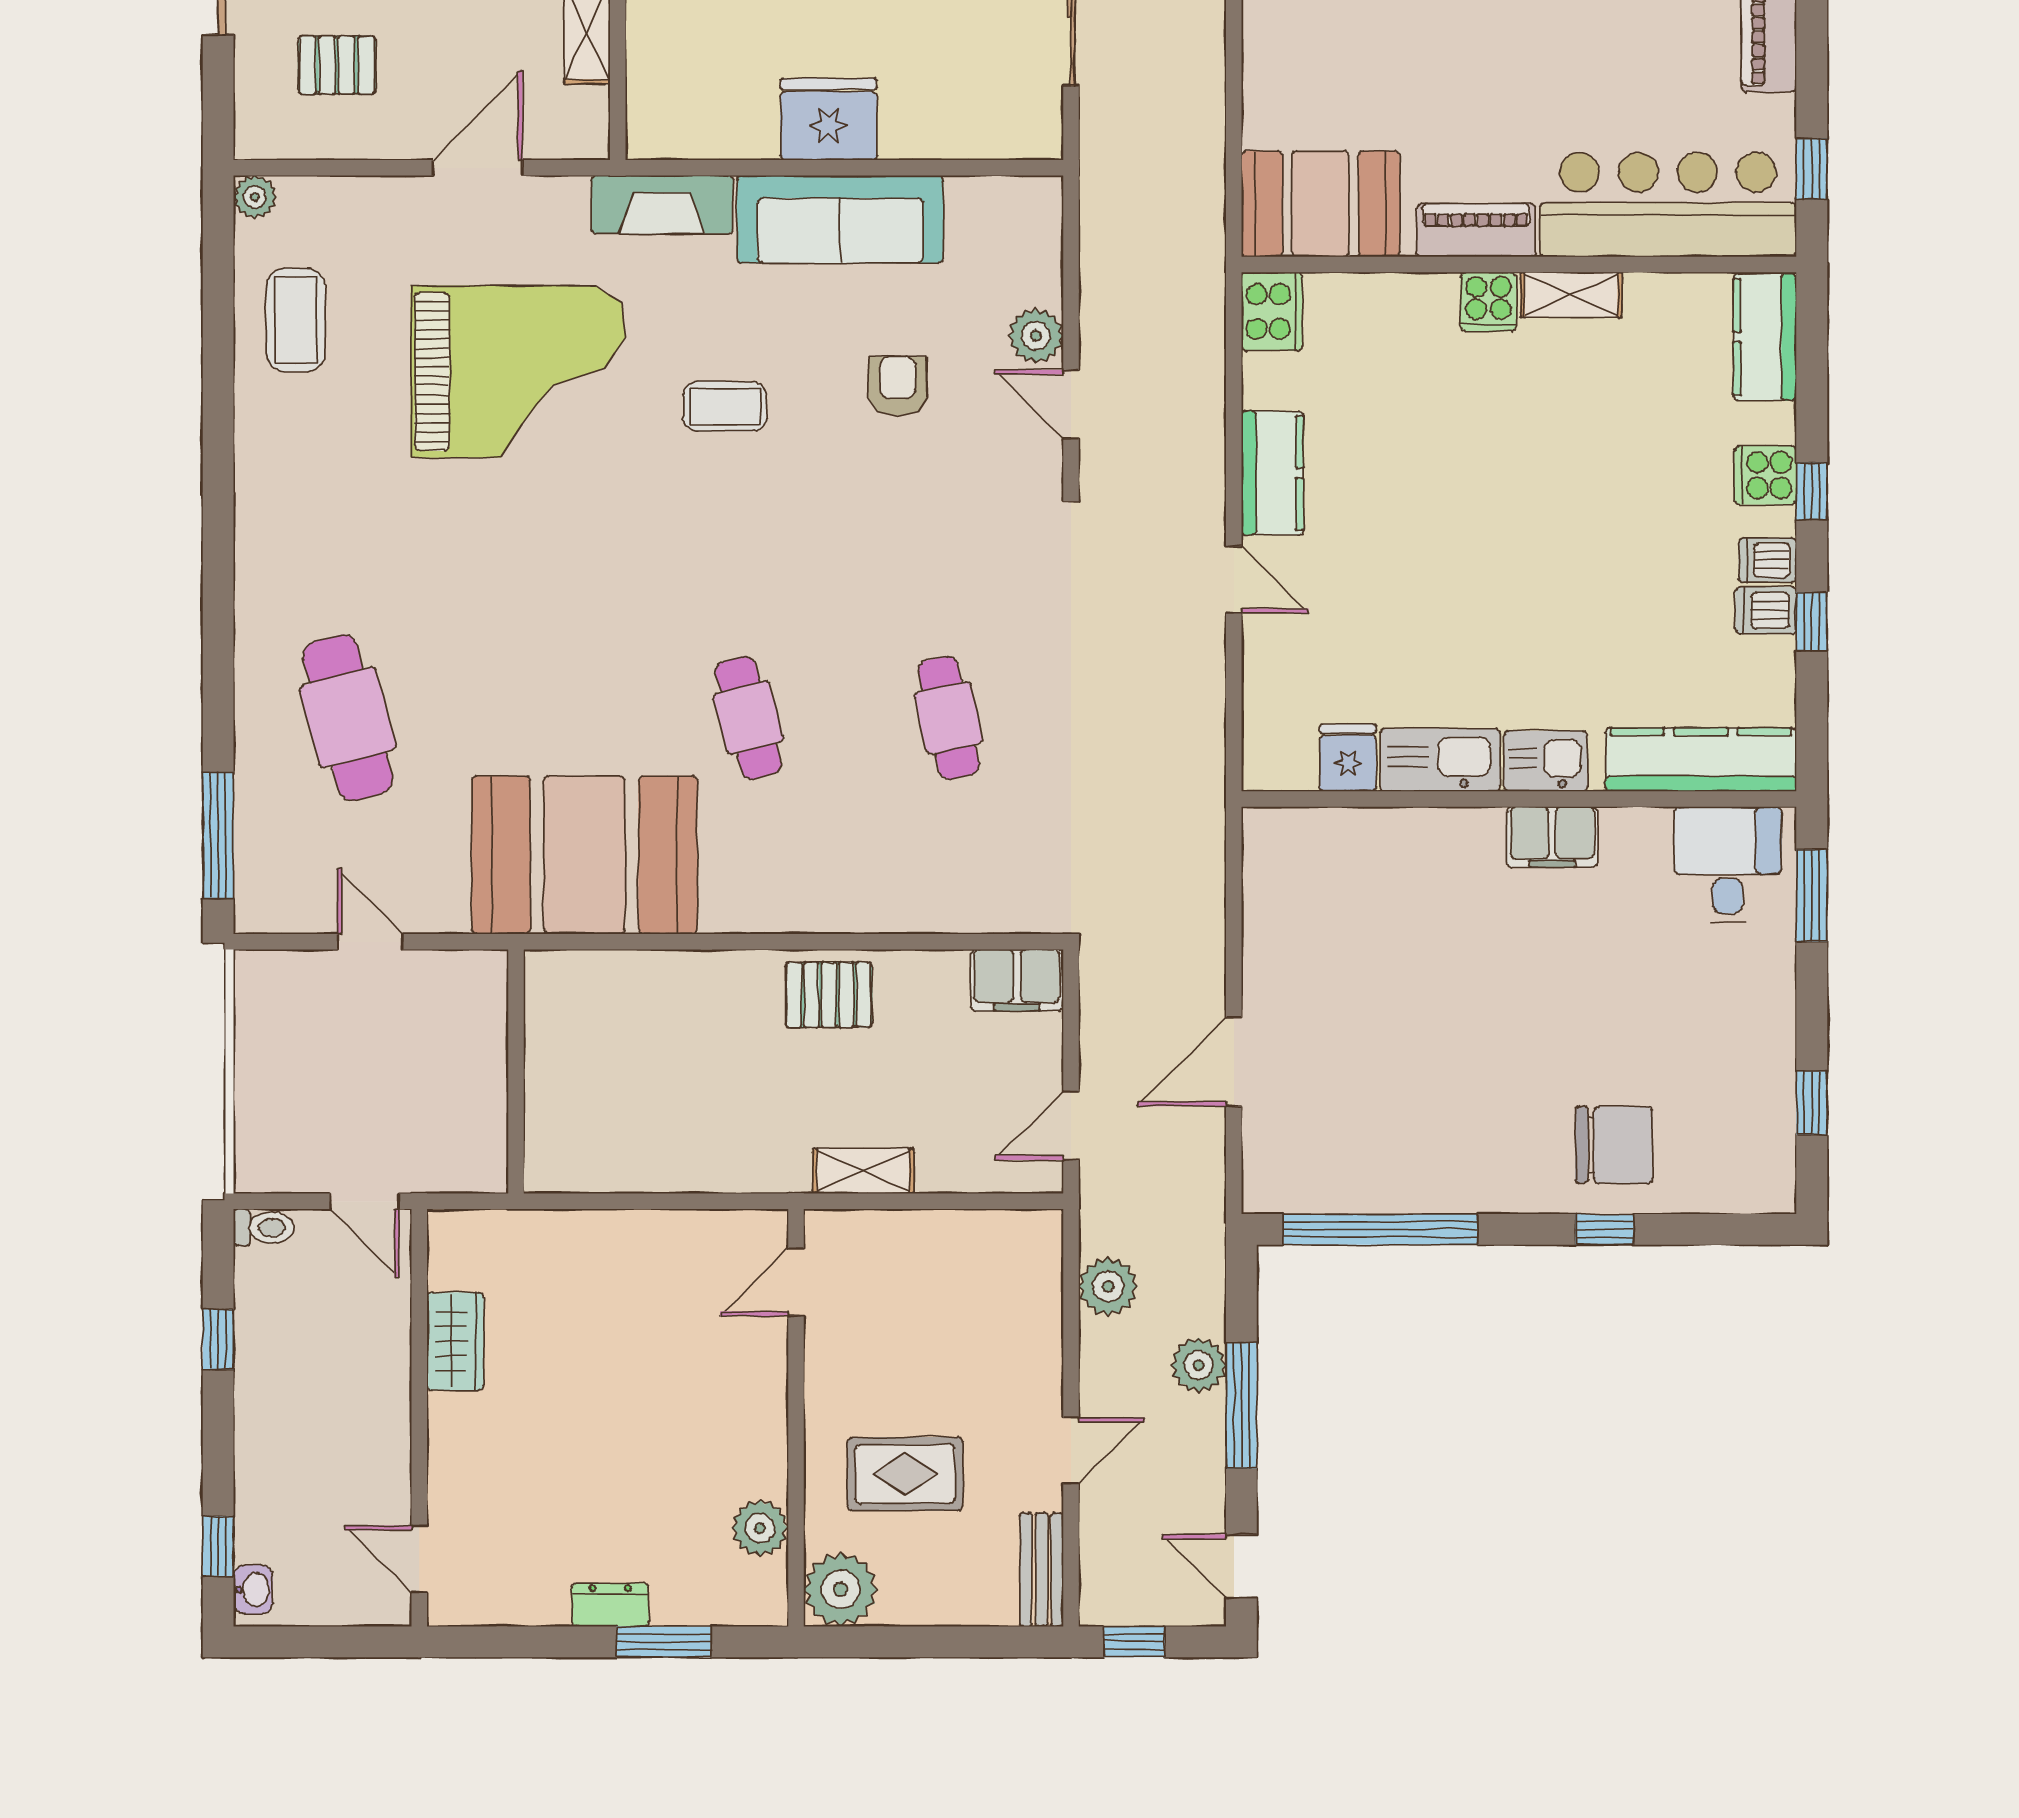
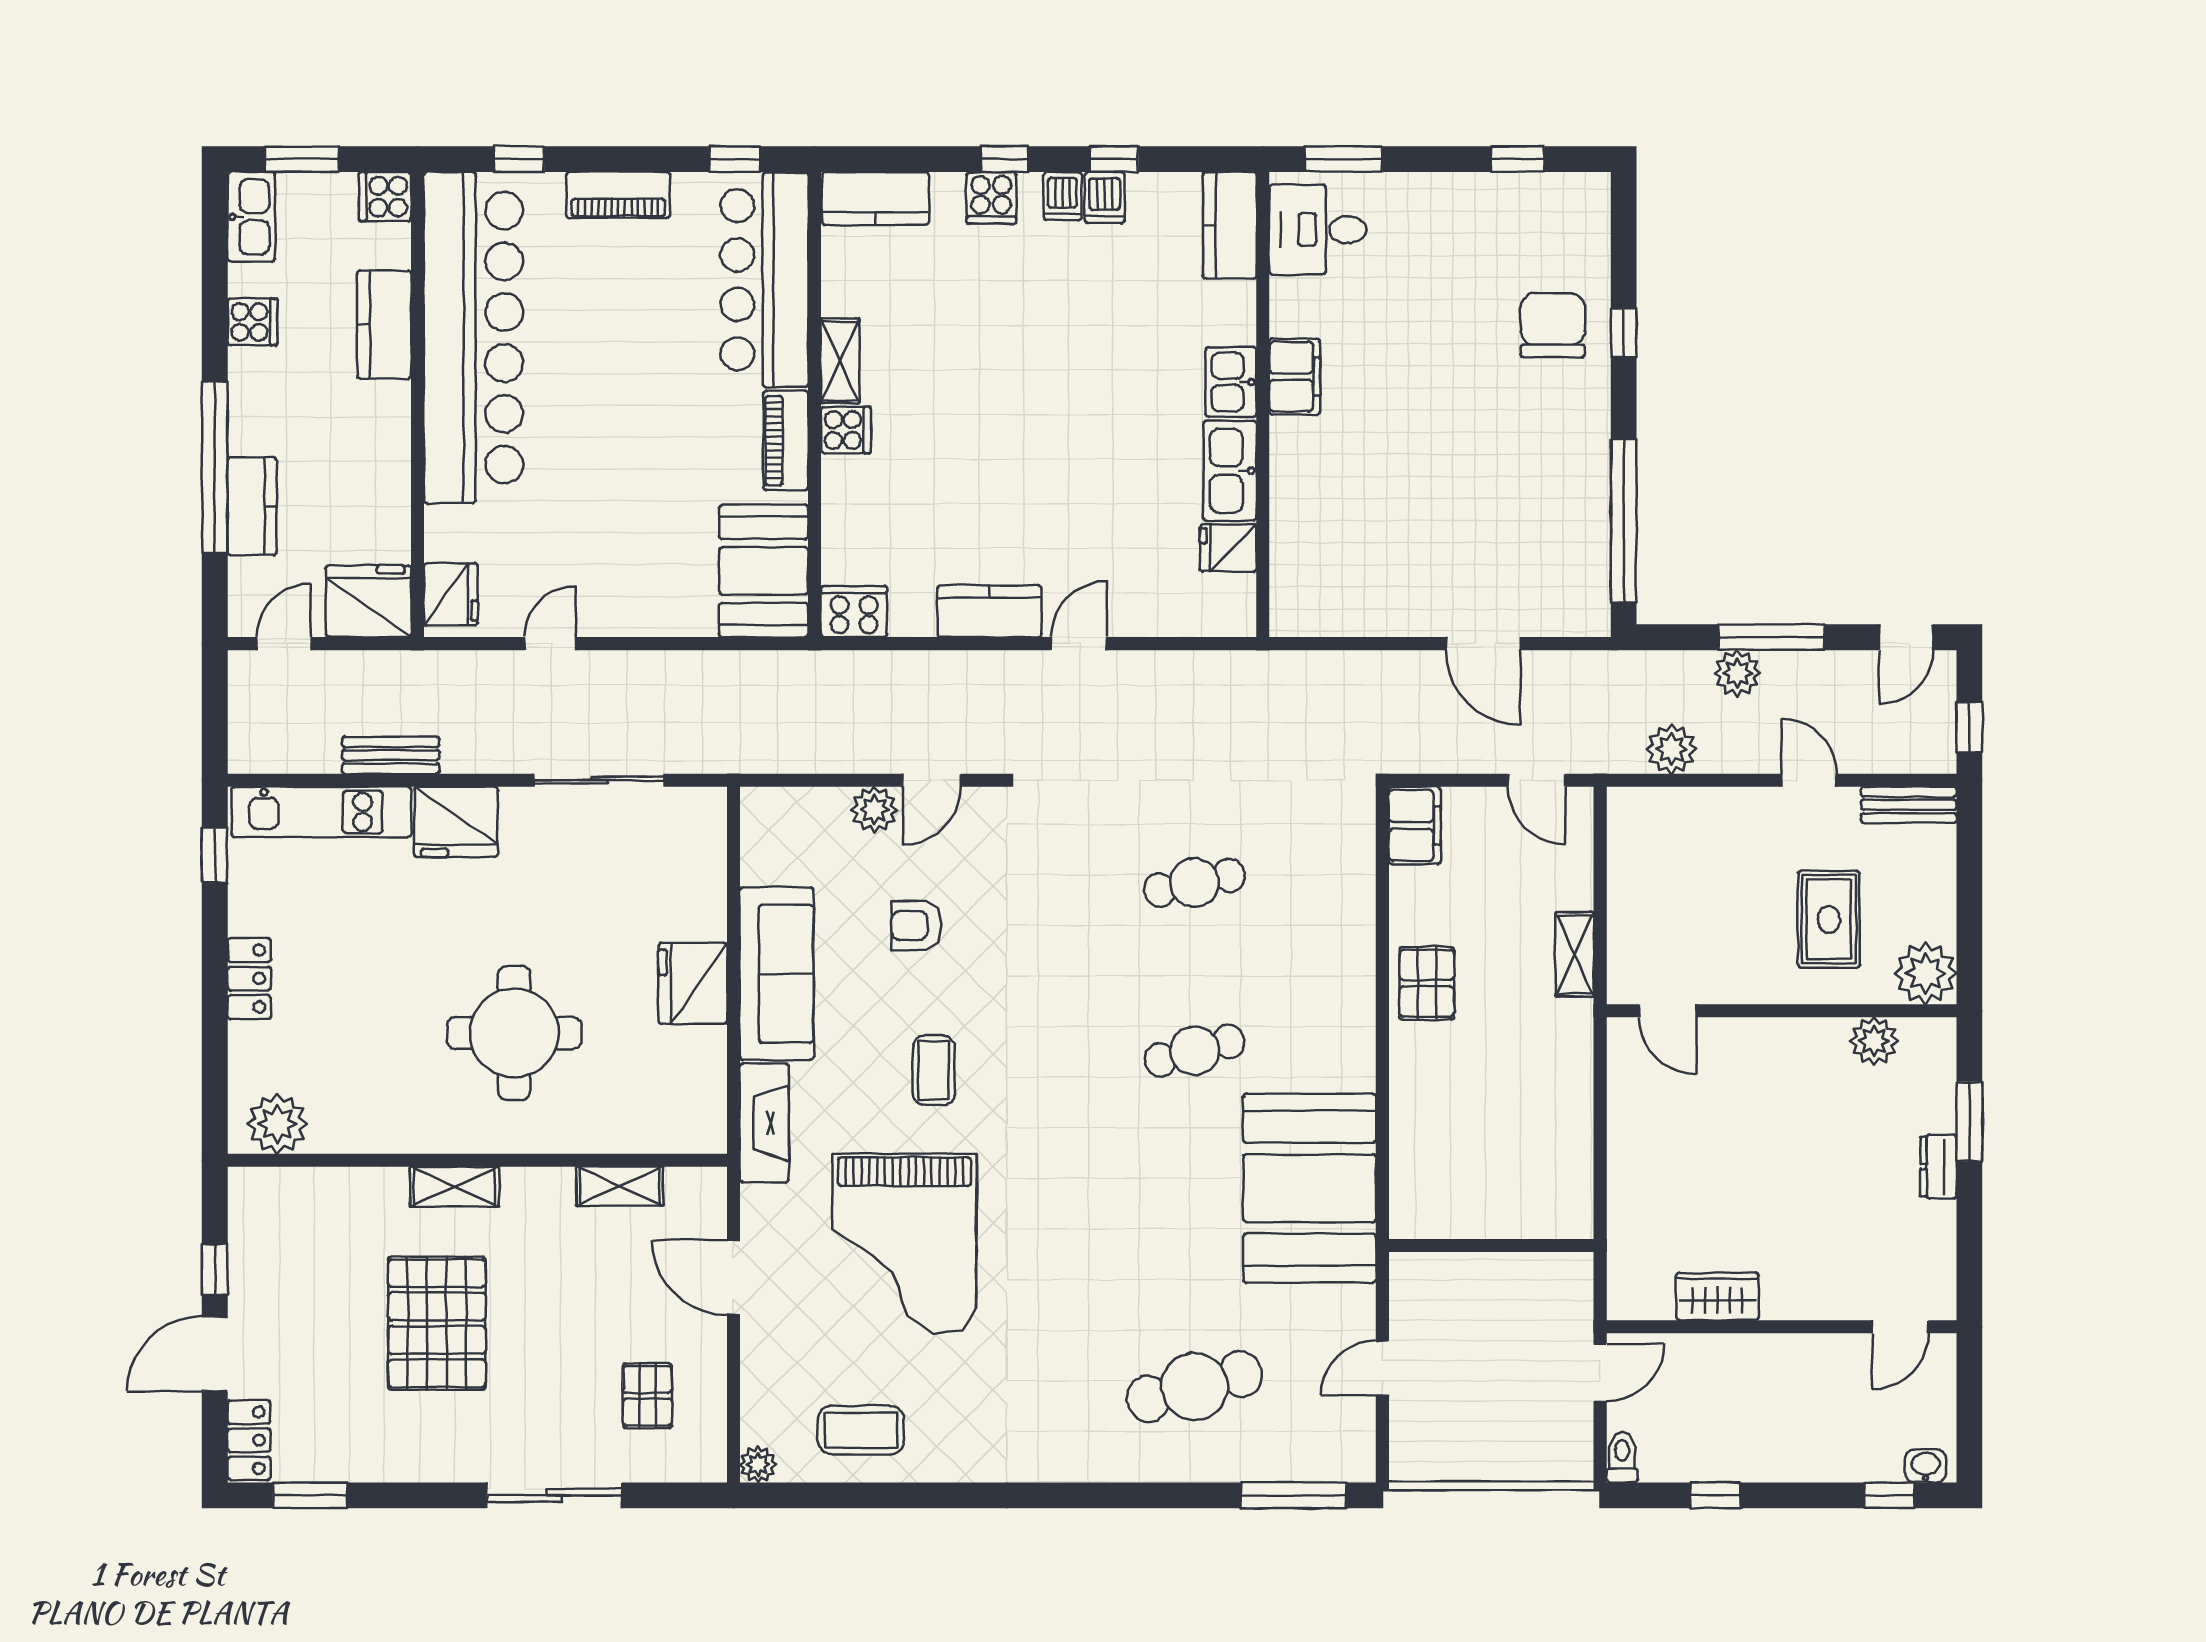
grand piano: (518, 372) -> (904, 1244), turned 180
kitchen counter: (1701, 760) -> (1230, 225), width x0.67

